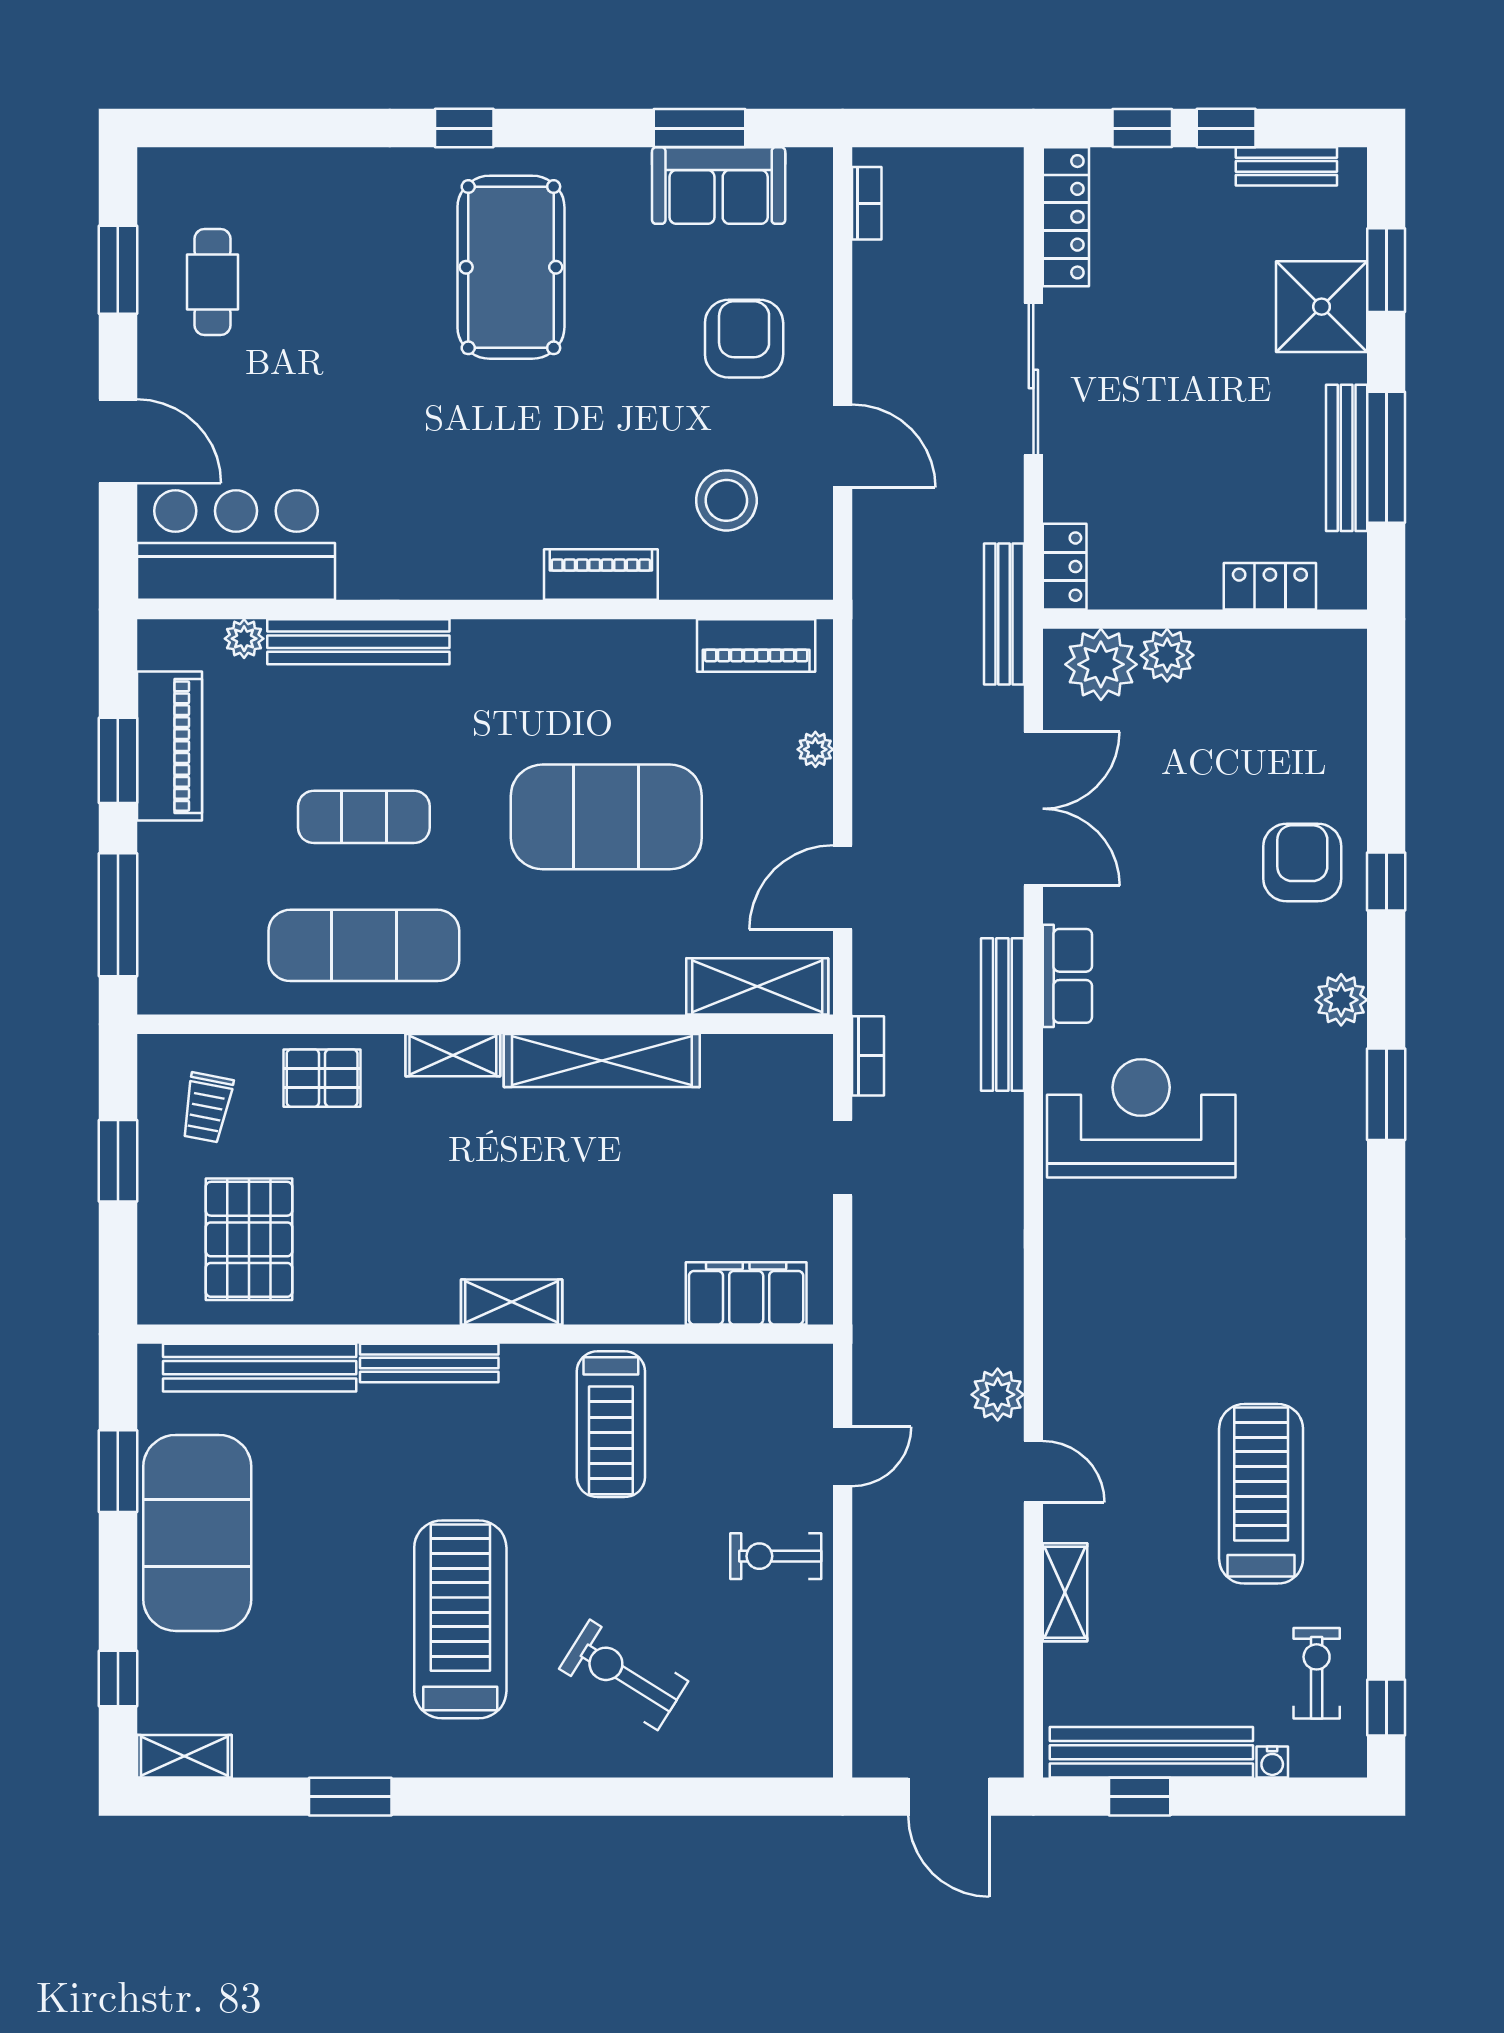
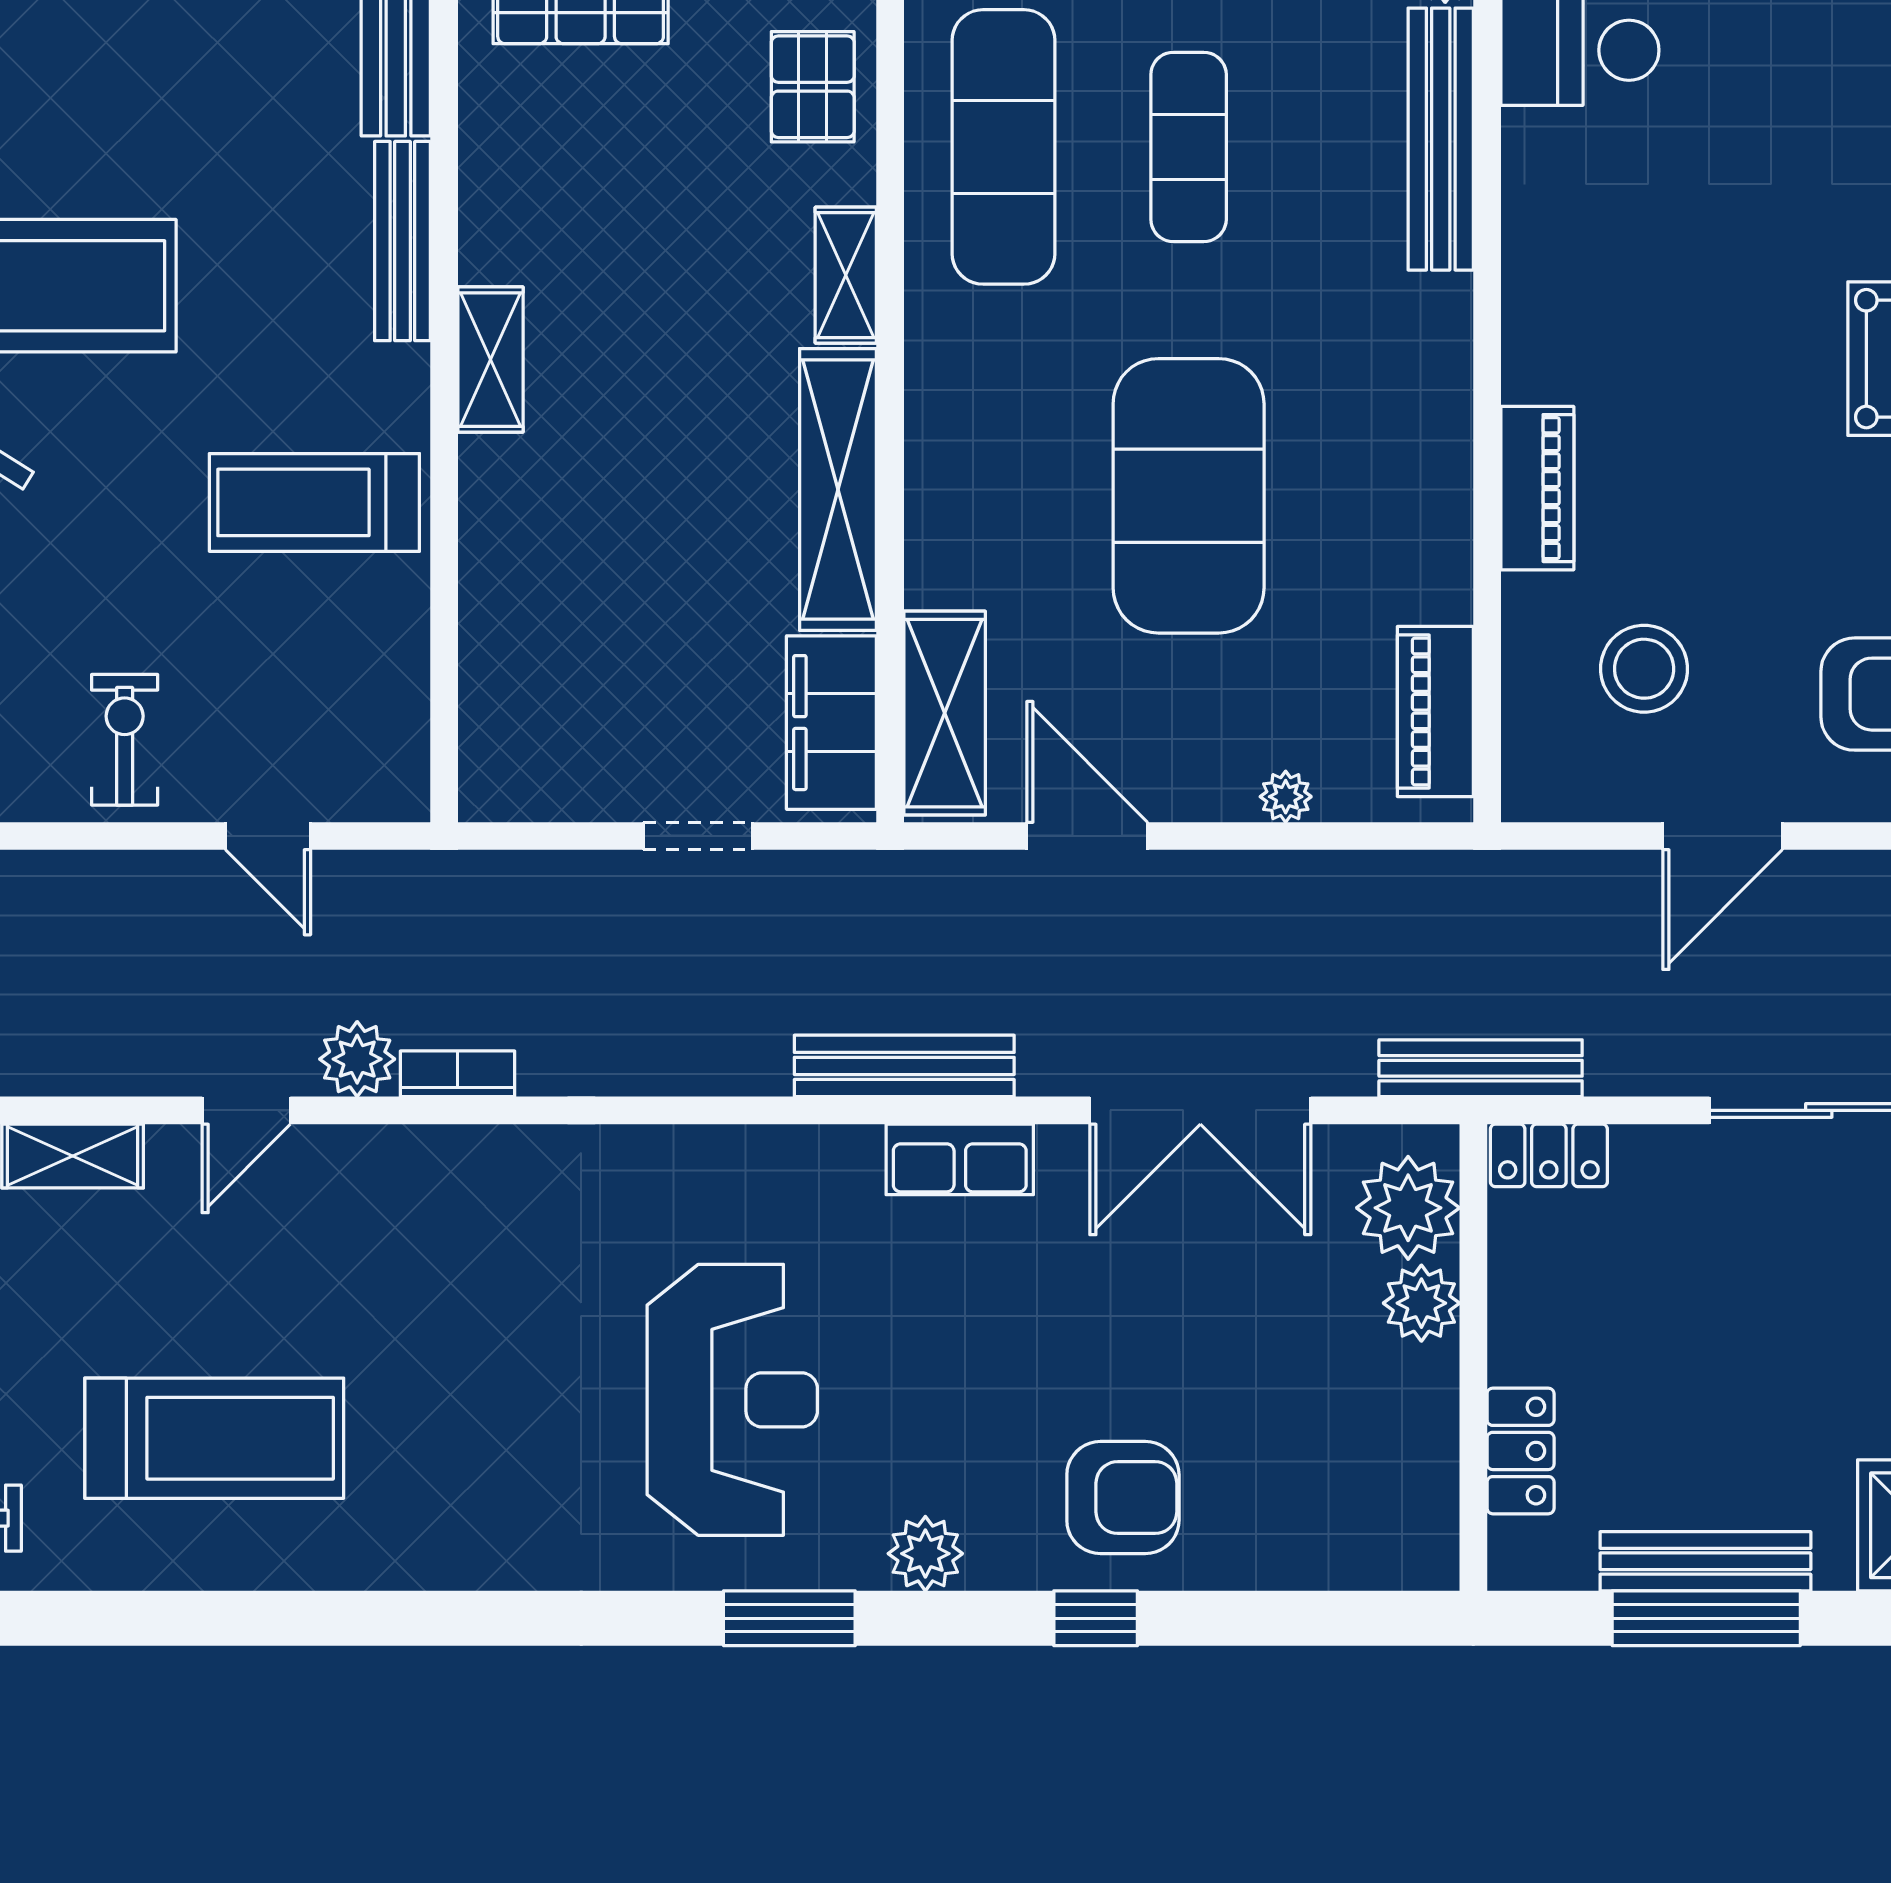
bookcase: (868, 1056) -> (458, 1074), moved, turned 180
reception desk: (1141, 1118) -> (732, 1400), moved
filing cabinet: (746, 1293) -> (831, 723), moved, turned 180

